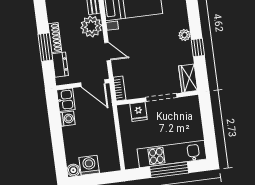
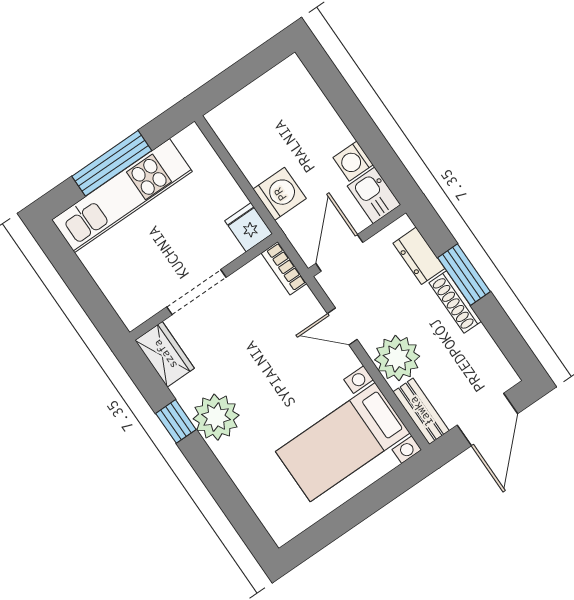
plant: (185, 35) -> (216, 417), width x1.88, depth x1.88
door: (93, 83) -> (339, 253), hinge flipped
fridge: (139, 112) -> (249, 227), moved
washing machine: (89, 165) -> (280, 194), moved, turned -90
boiler: (73, 170) -> (292, 70), removed

